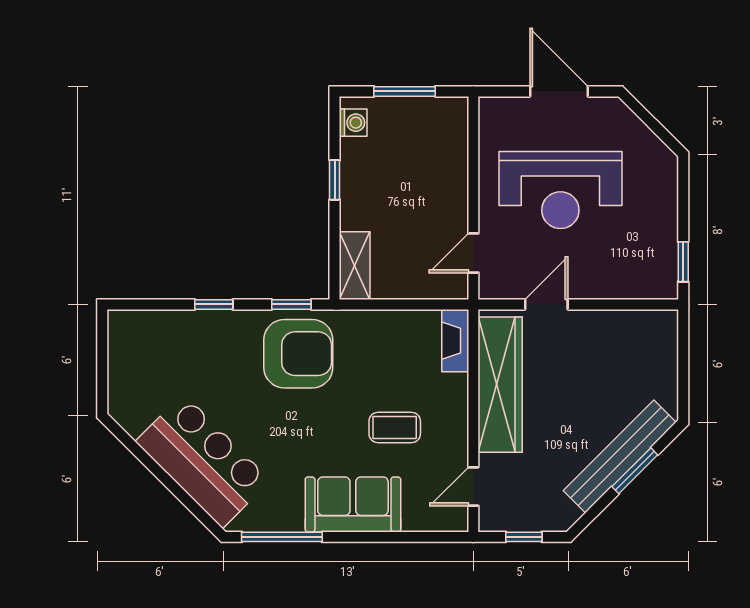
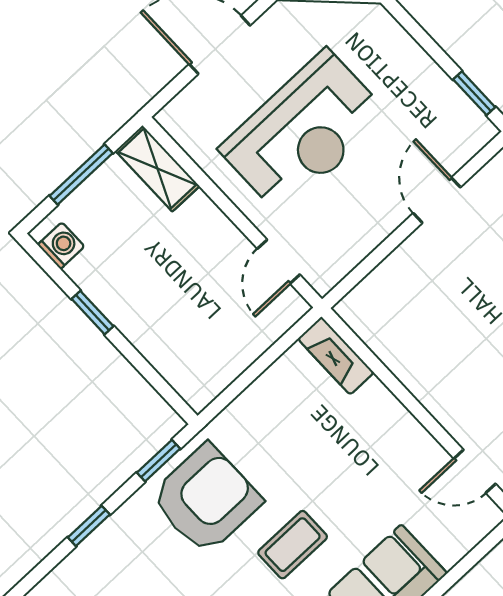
shelving: (355, 266) -> (157, 168), moved
door: (546, 304) -> (437, 200), moved
wardrobe: (500, 385) -> (413, 357), removed
coffee table: (395, 427) -> (293, 545), moved
door: (473, 486) -> (475, 471), hinge flipped

